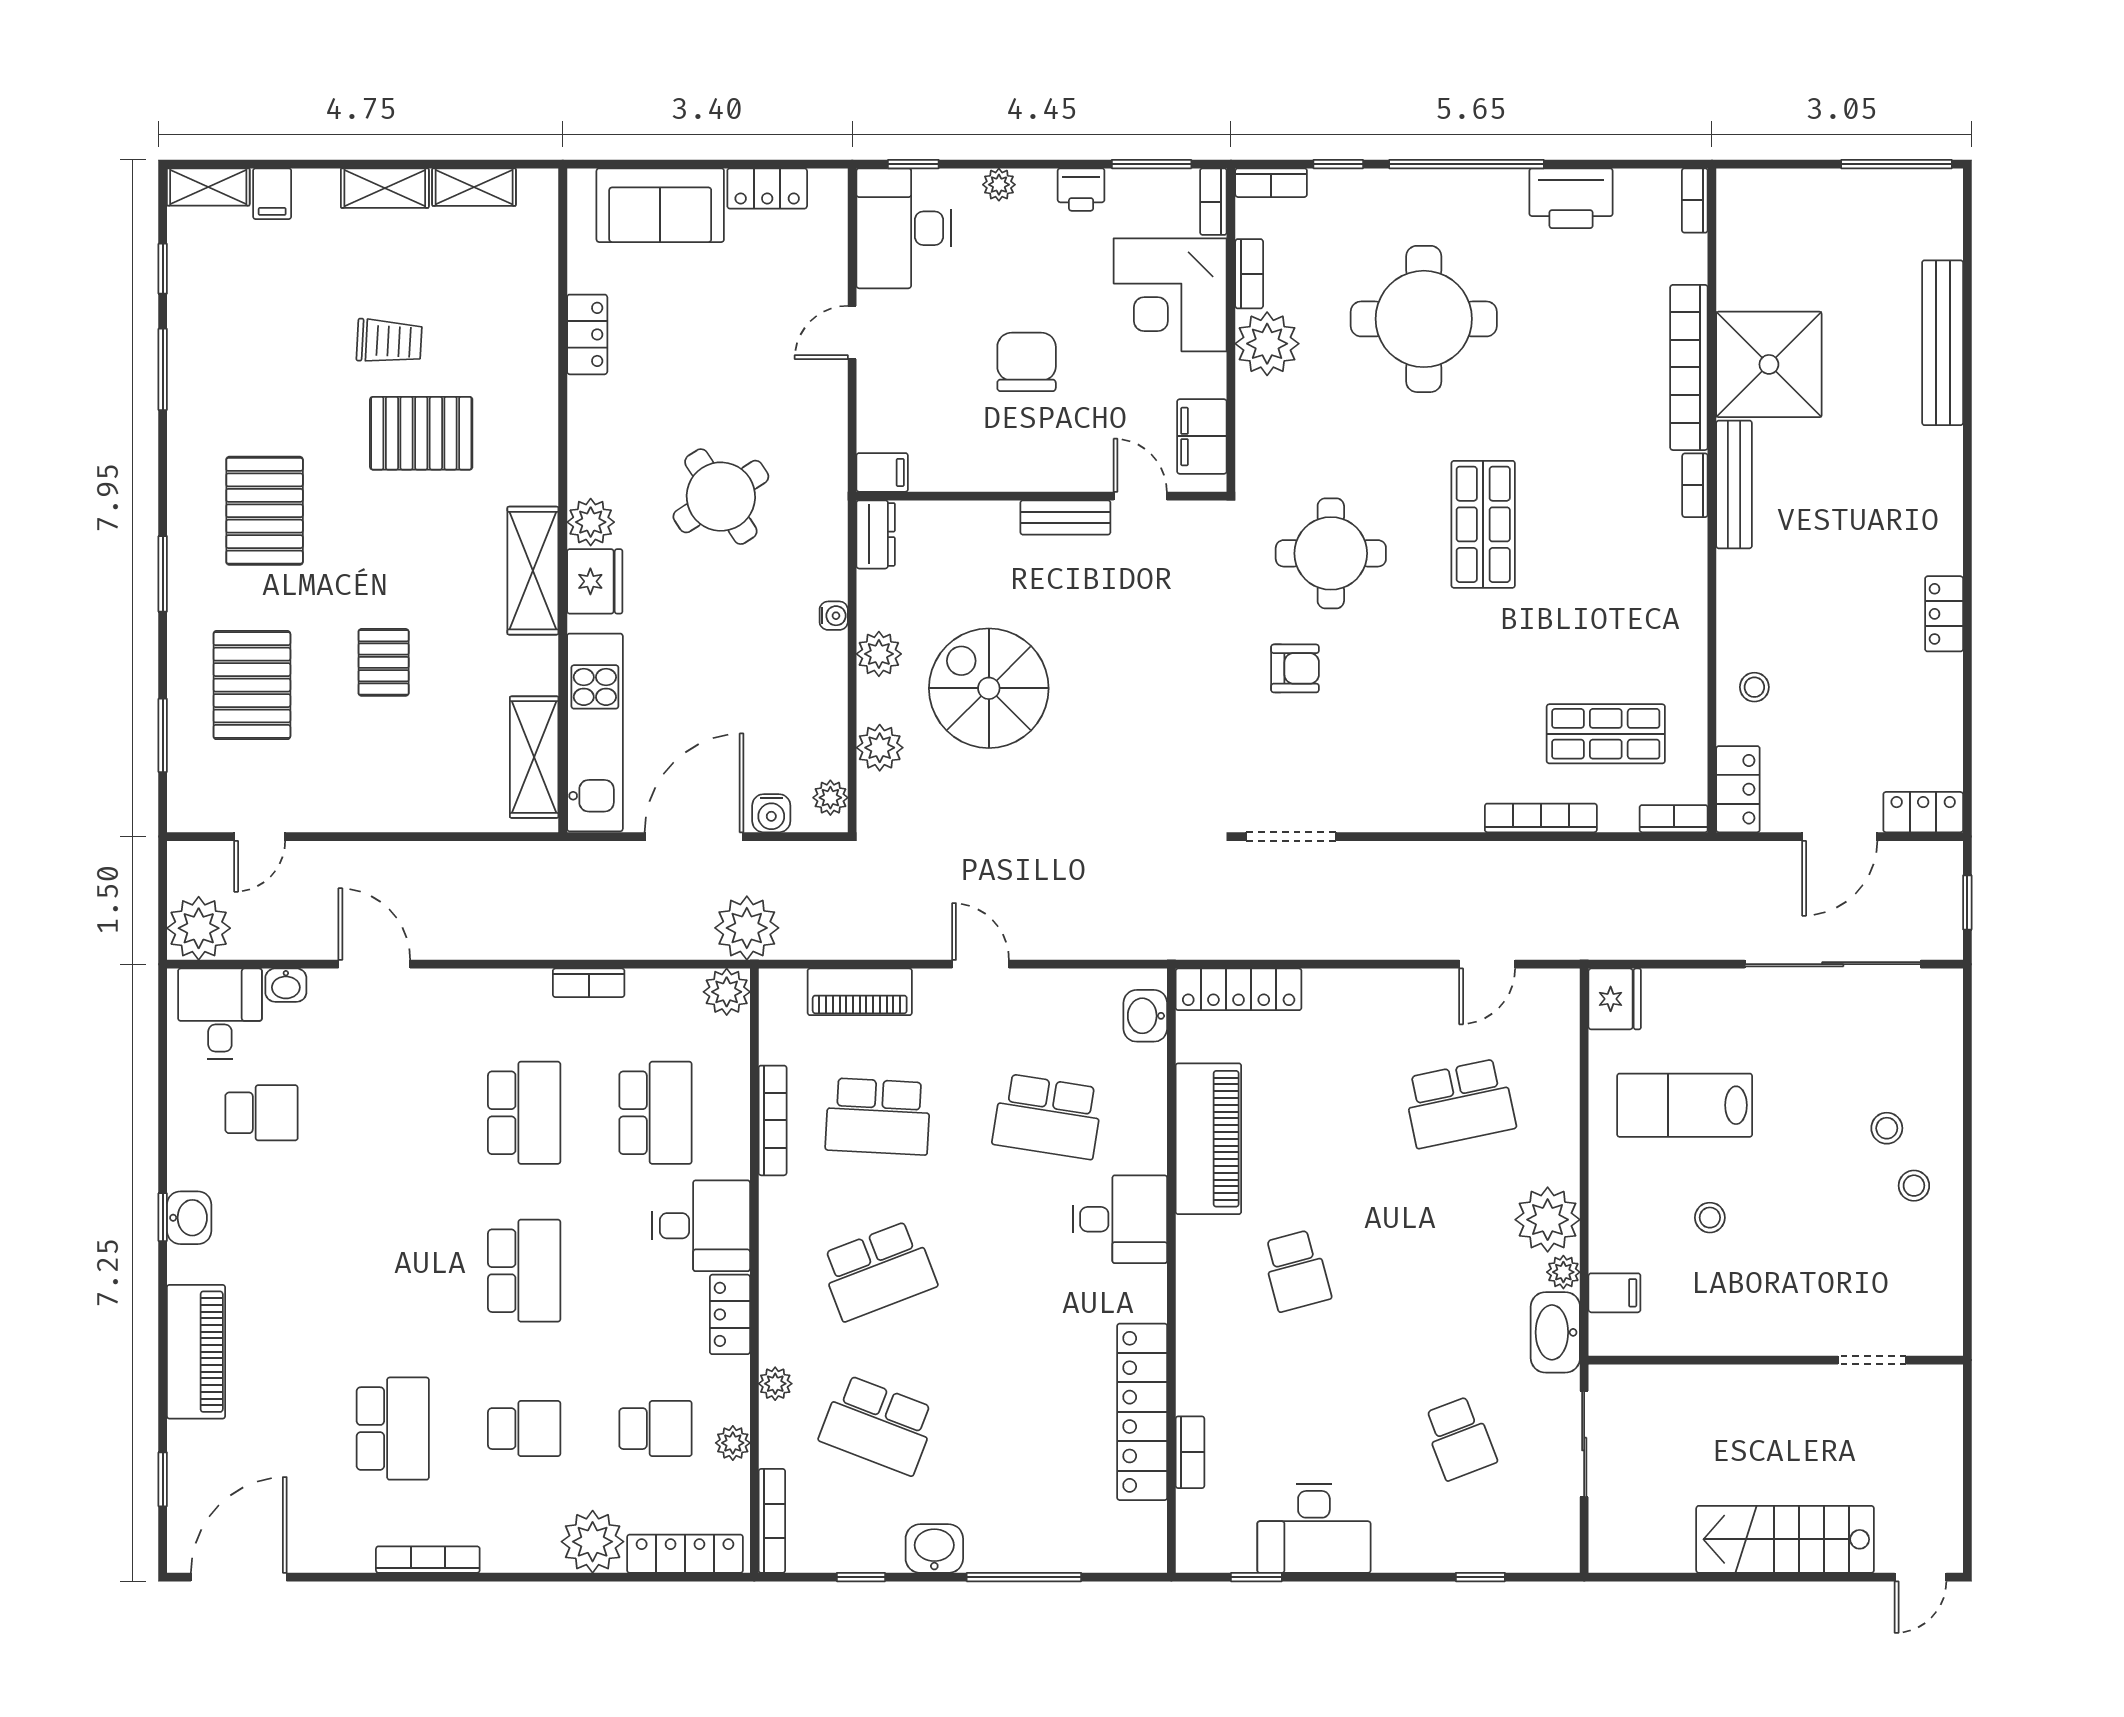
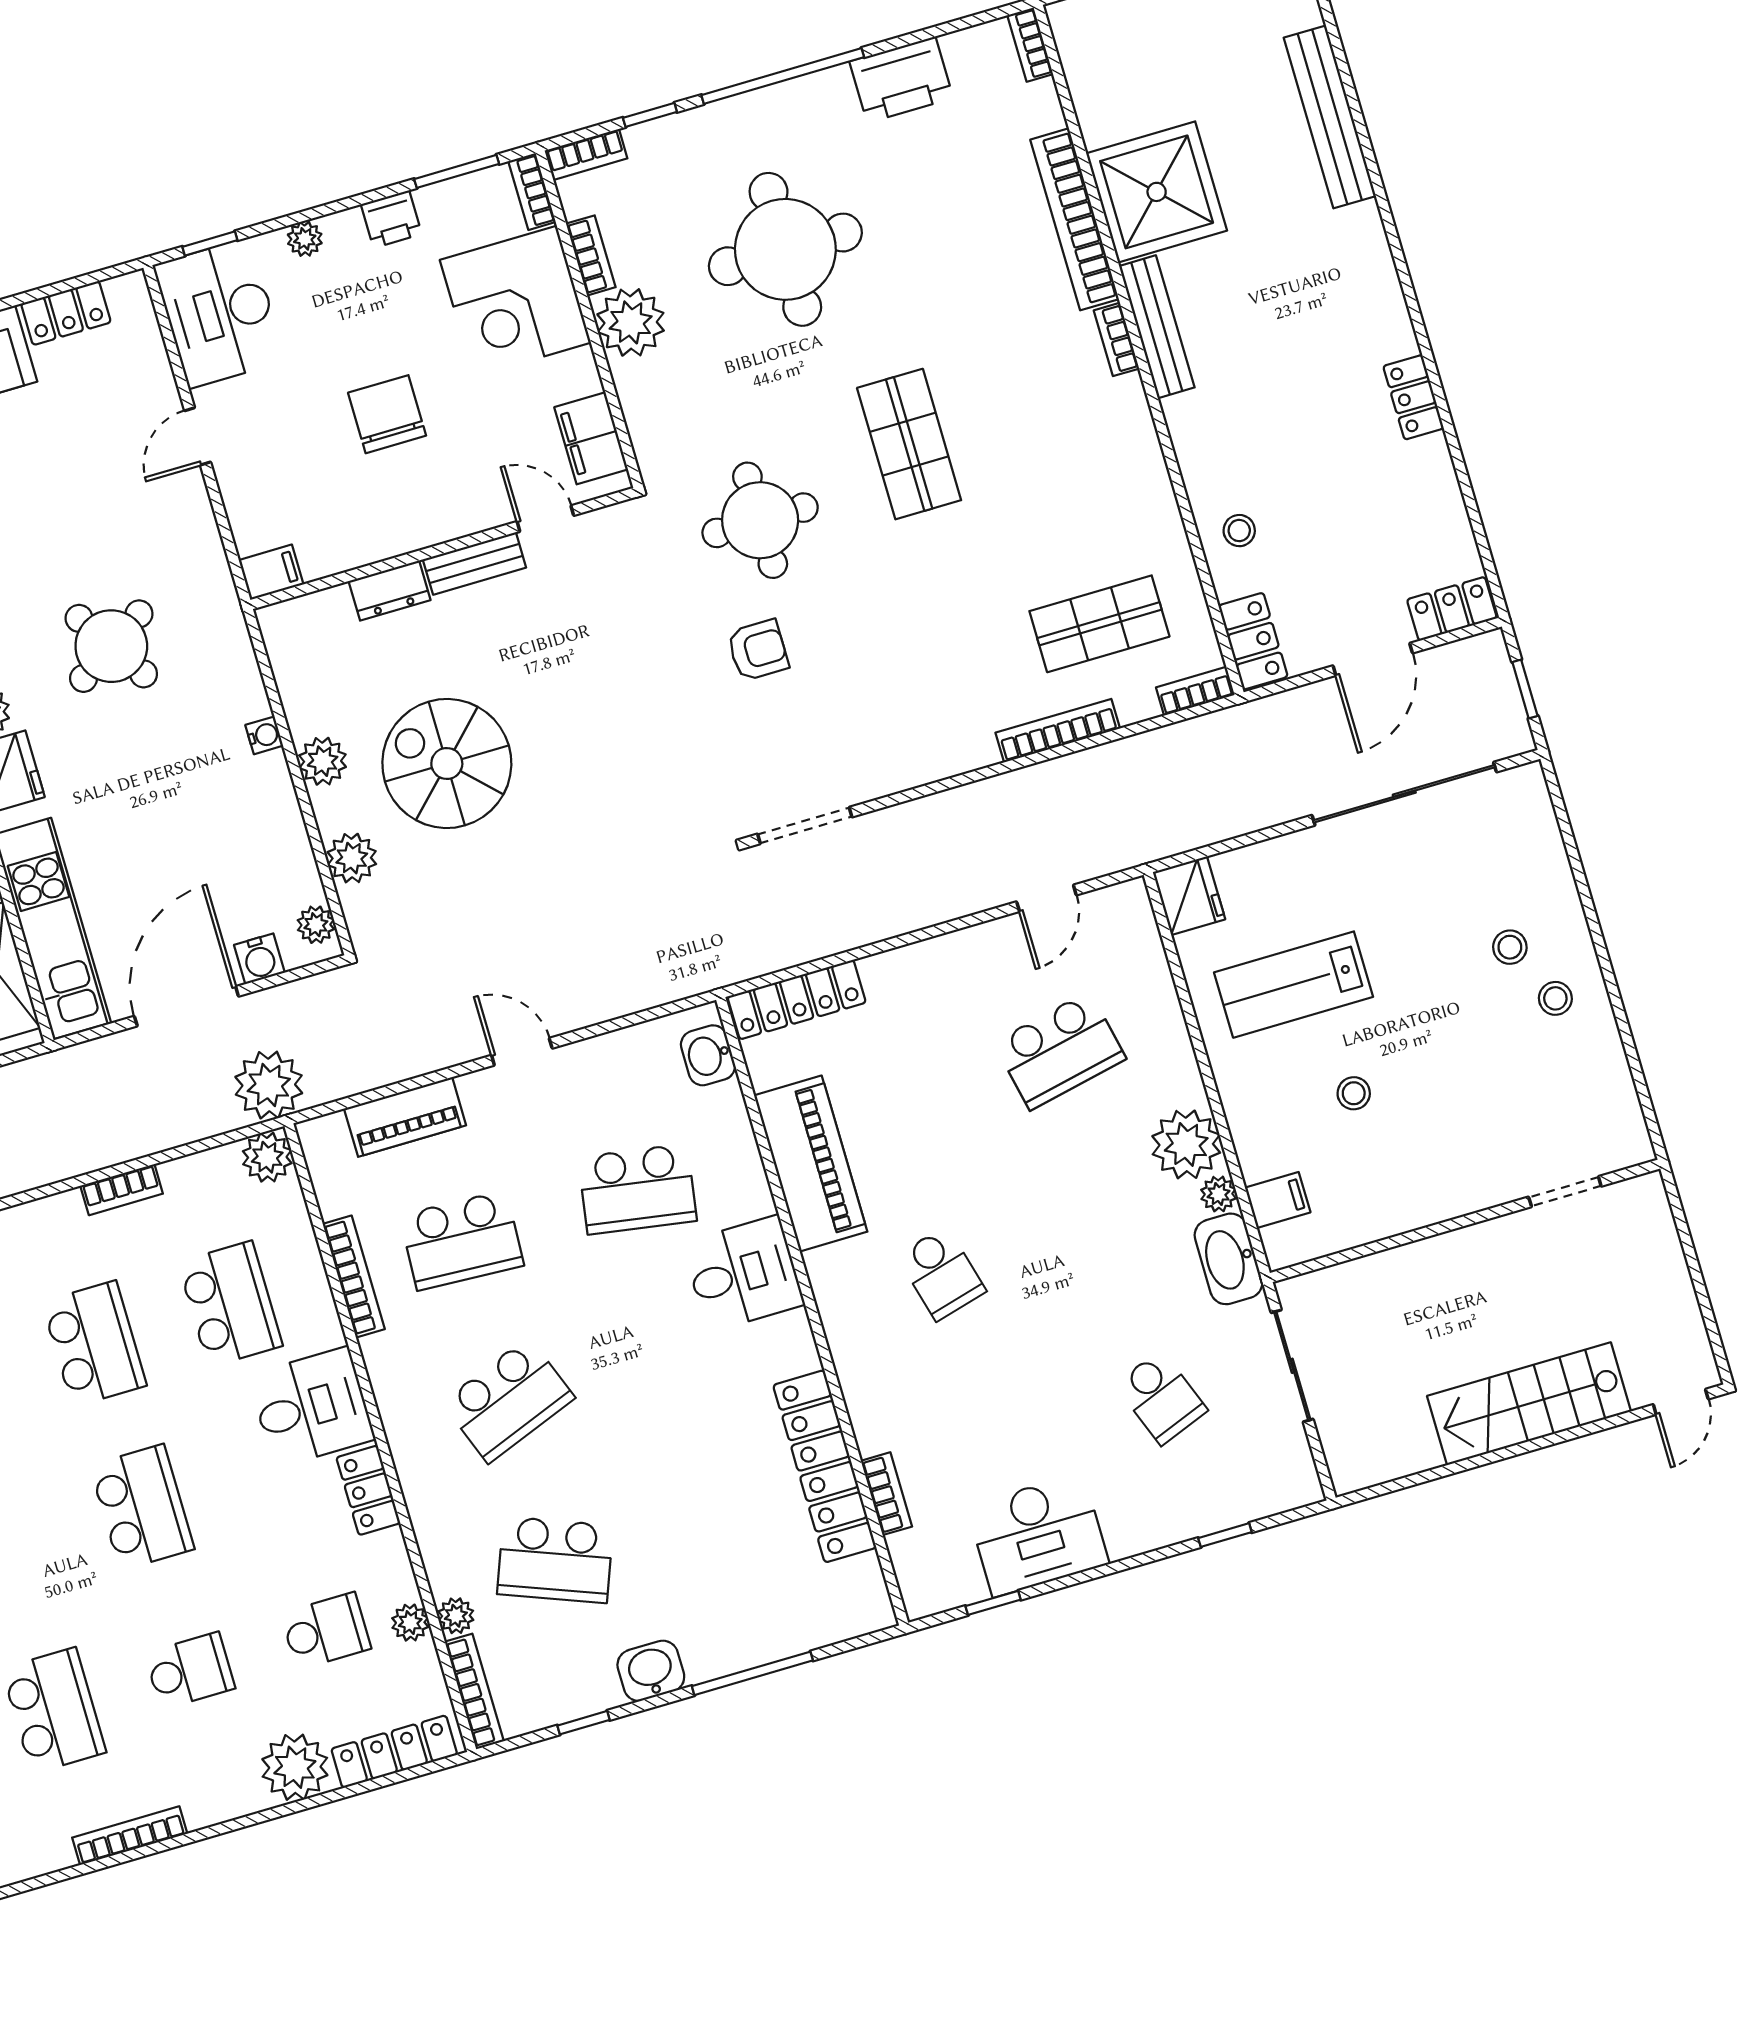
dresser: (876, 534) -> (390, 590), moved, turned 90
plant: (775, 1384) -> (456, 1616), moved

